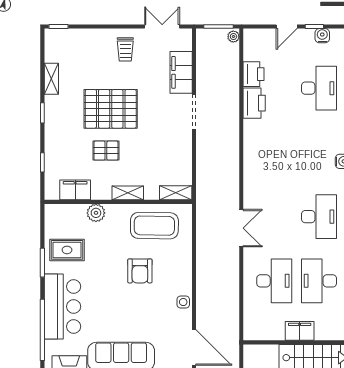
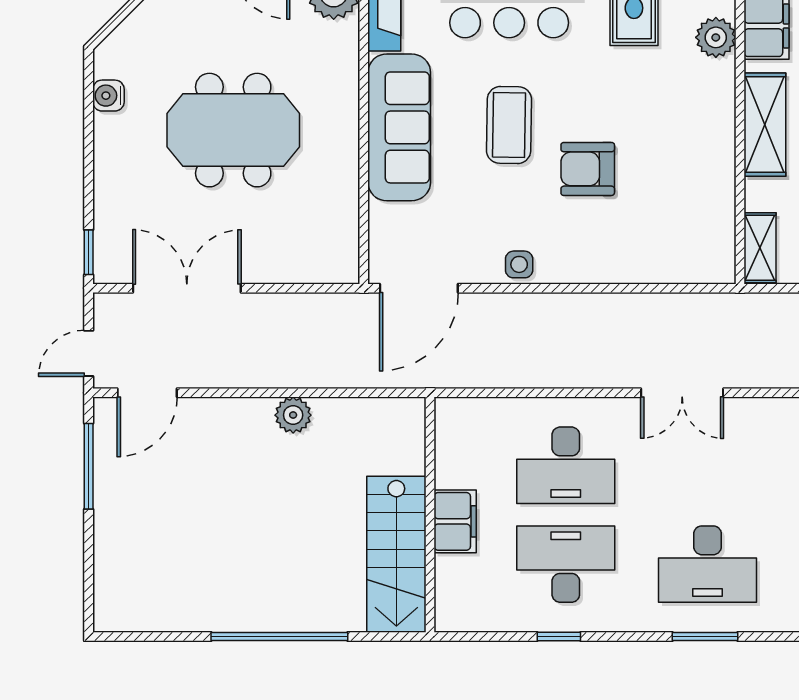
shelving: (128, 193) -> (765, 125), width x1.50, depth x1.33
plant: (96, 213) -> (716, 37), moved
coffee table: (154, 226) -> (509, 125), moved, width x0.73, depth x0.76

